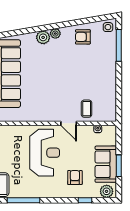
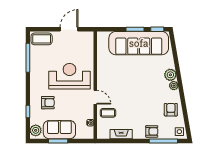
armchair: (108, 59) -> (152, 131), added
fireplace: (111, 94) -> (121, 134), added
door: (69, 123) -> (95, 97), swing flipped
reception desk: (45, 153) -> (69, 76), turned 180

